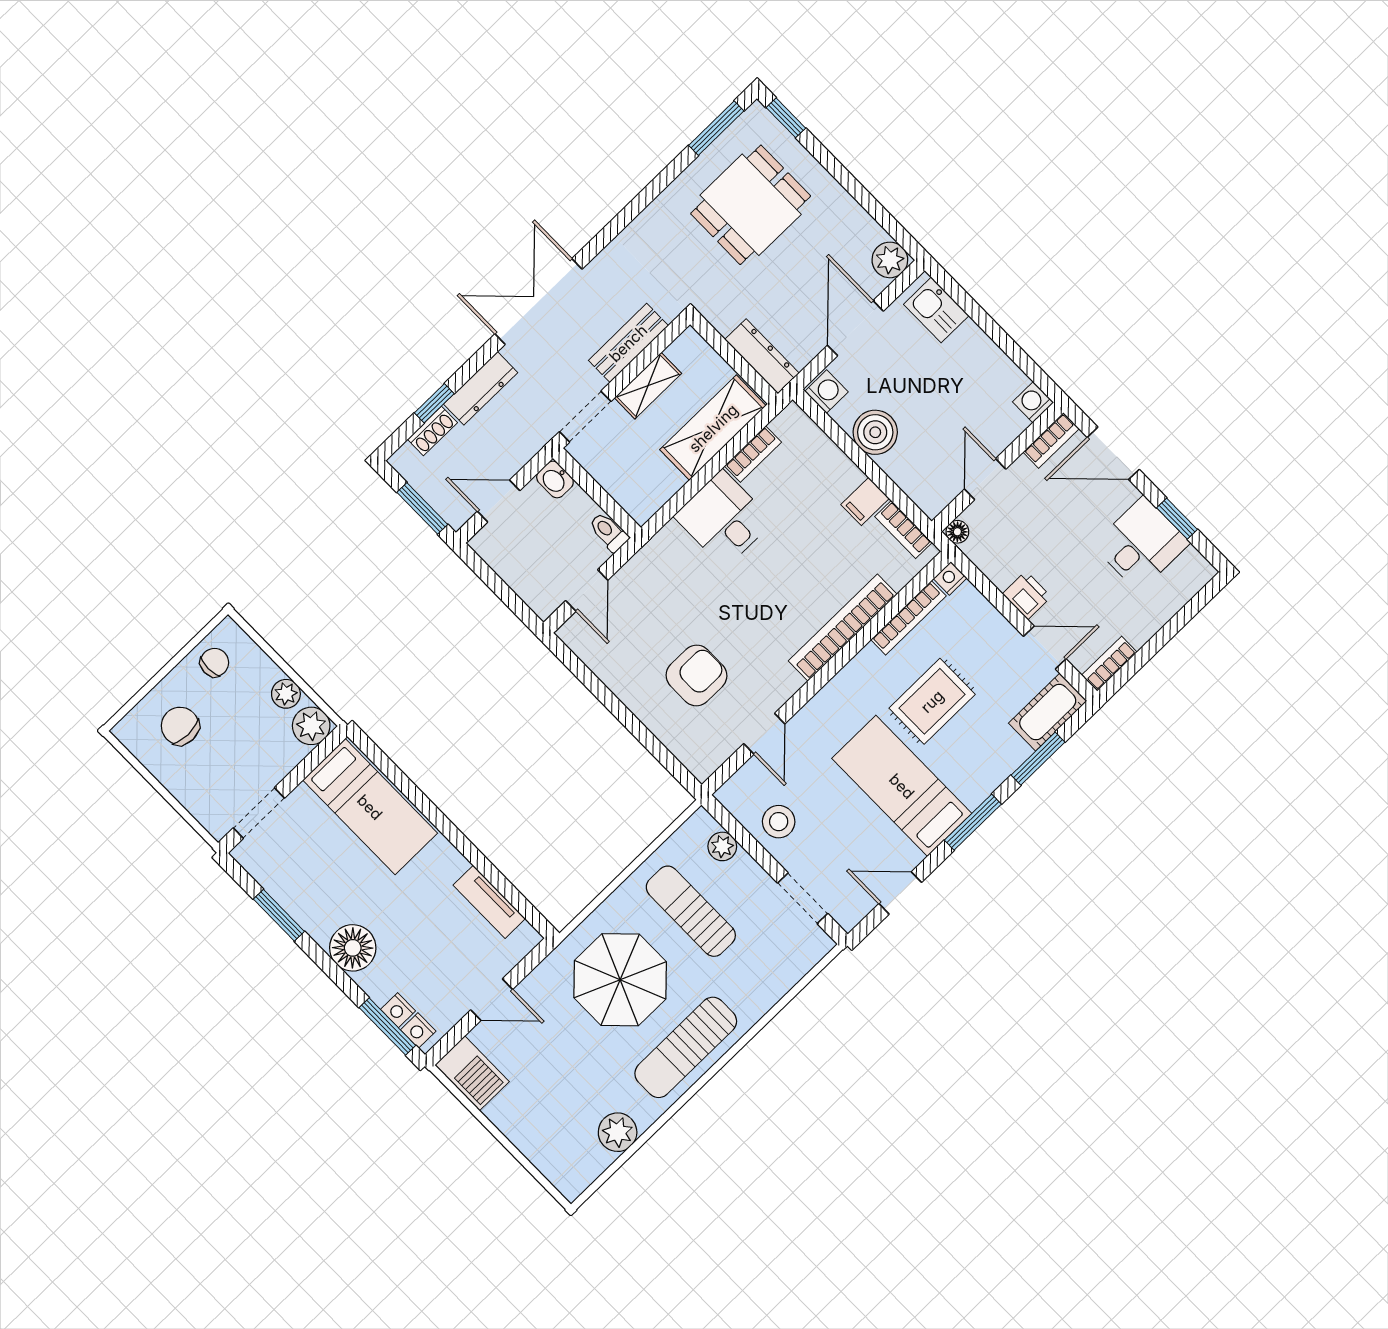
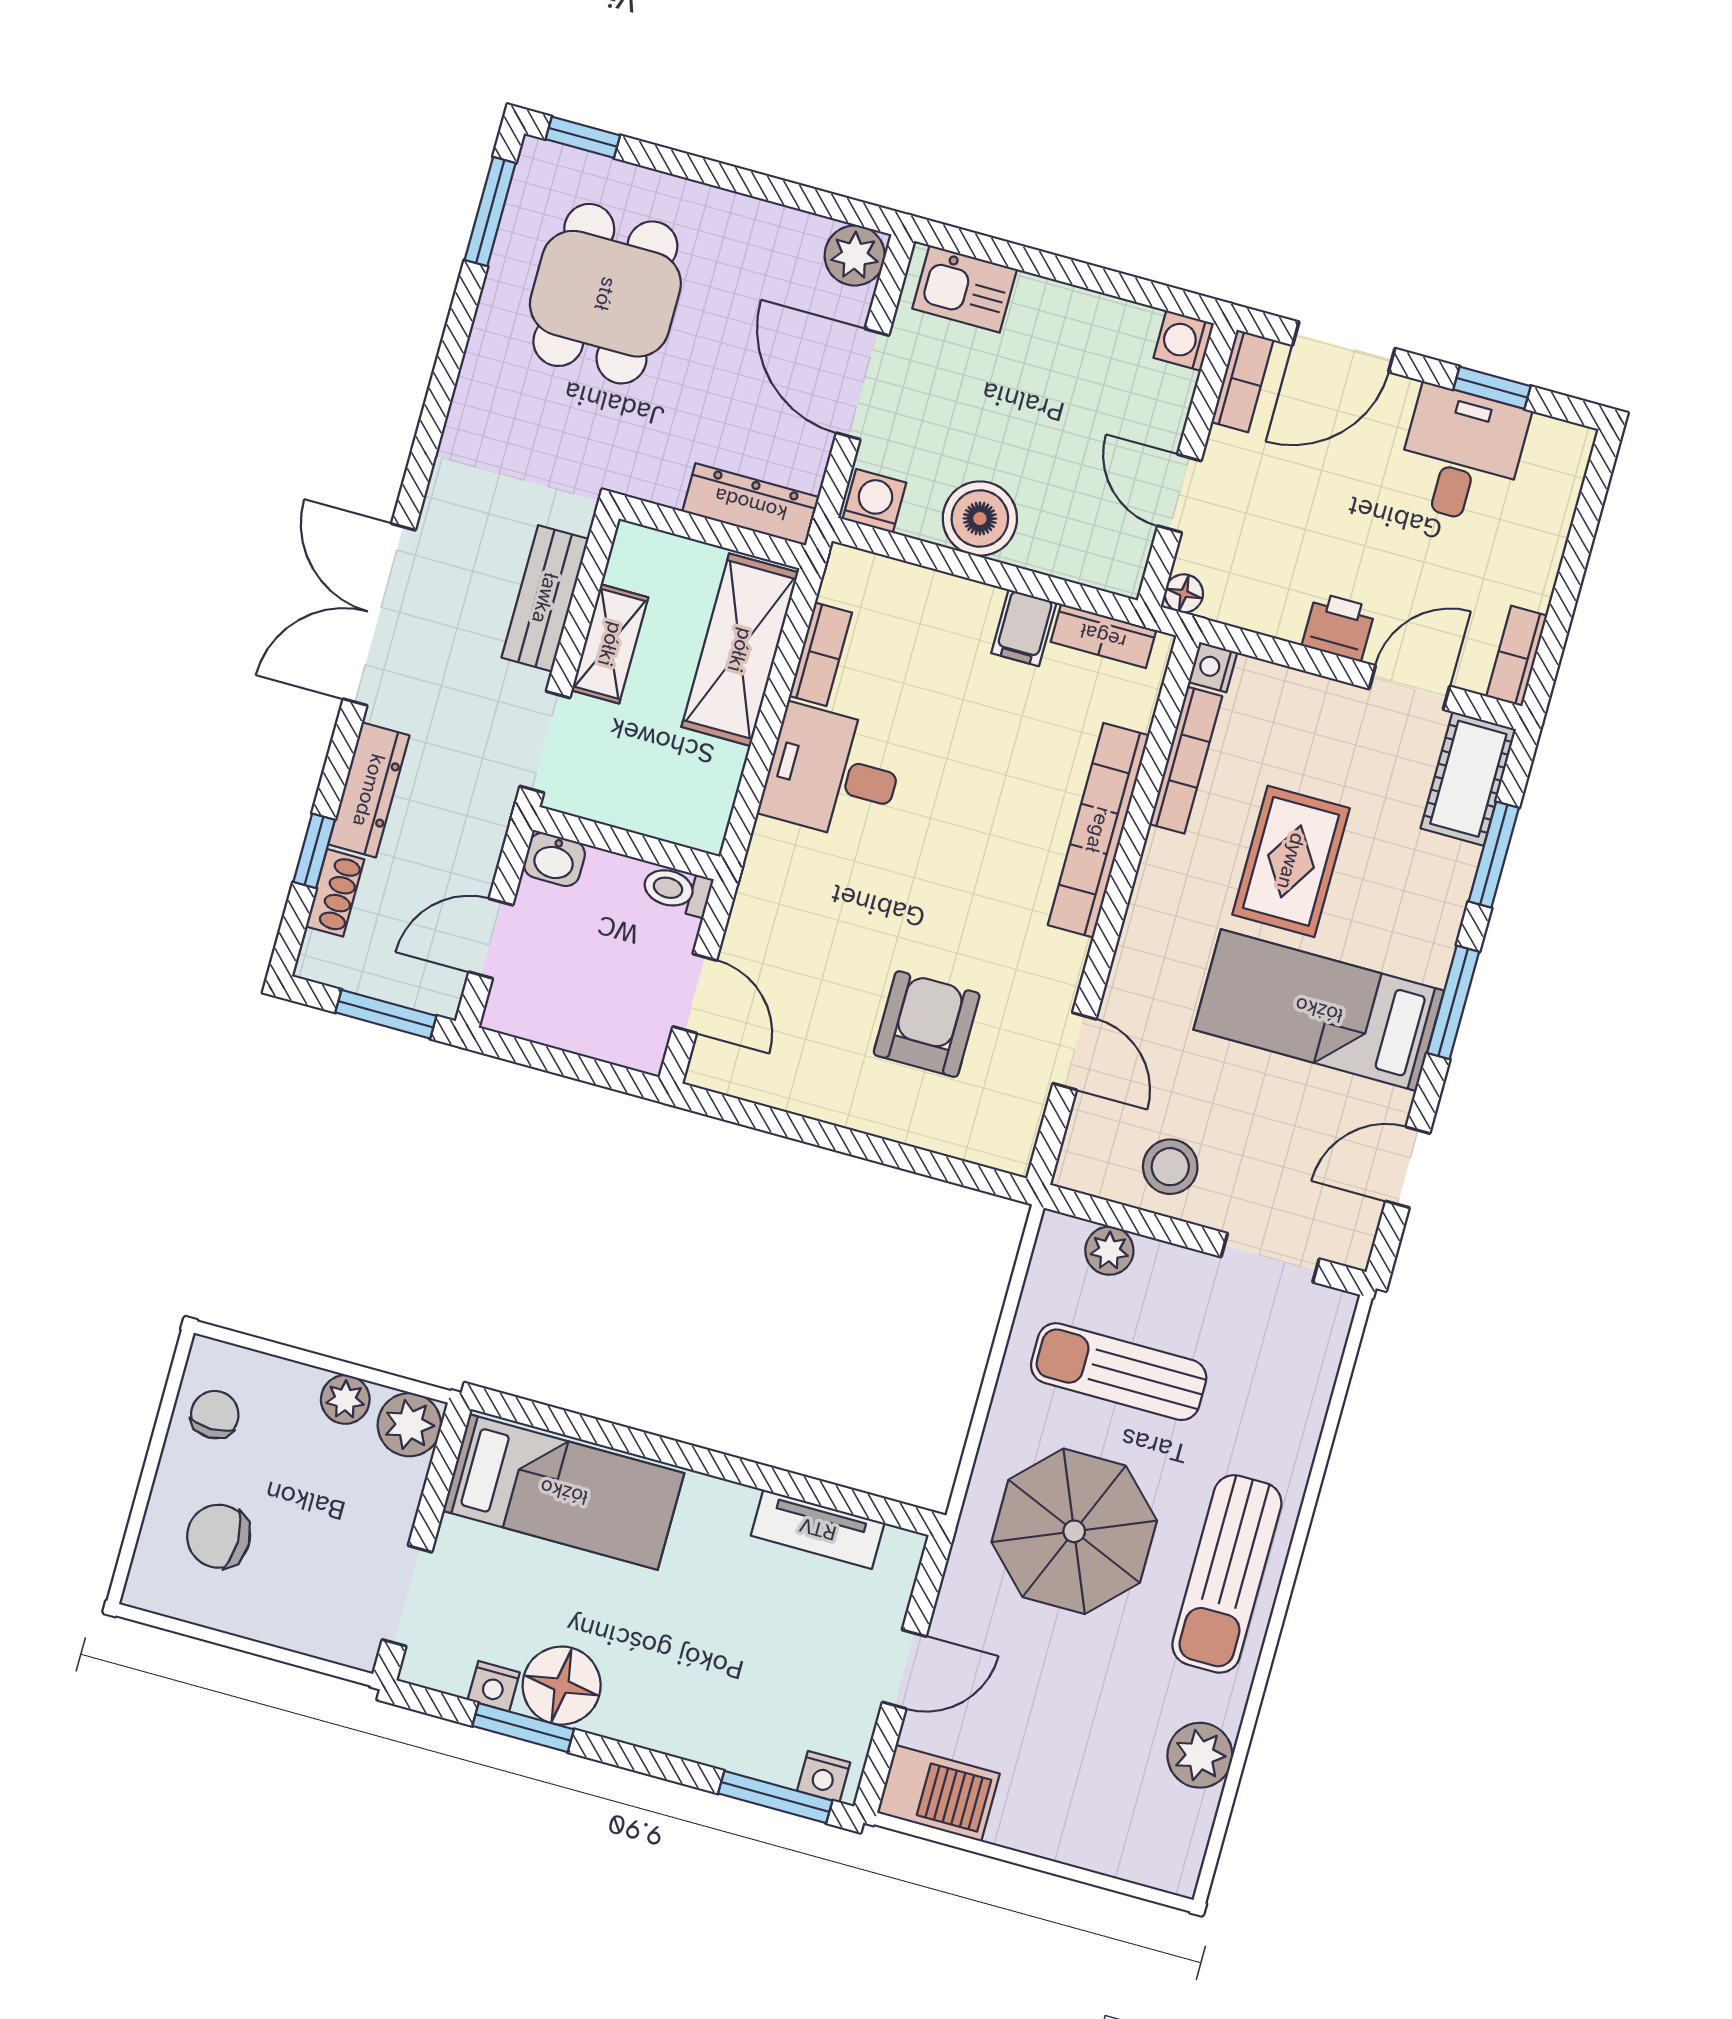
floor lamp: (353, 948) -> (562, 1686), moved
nightstand: (398, 1010) -> (494, 1686), moved

